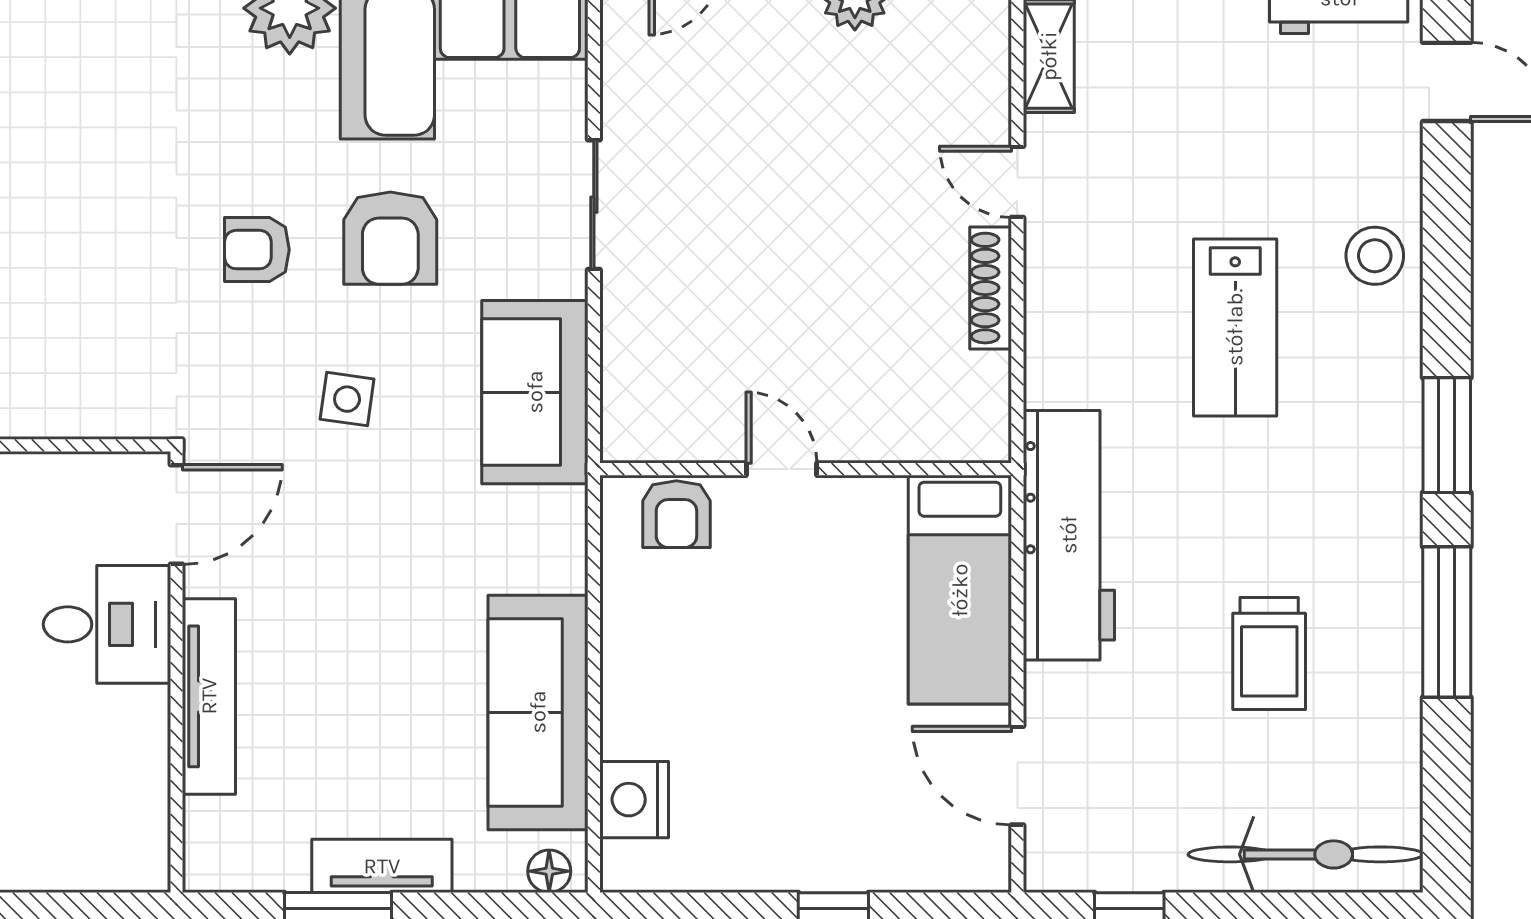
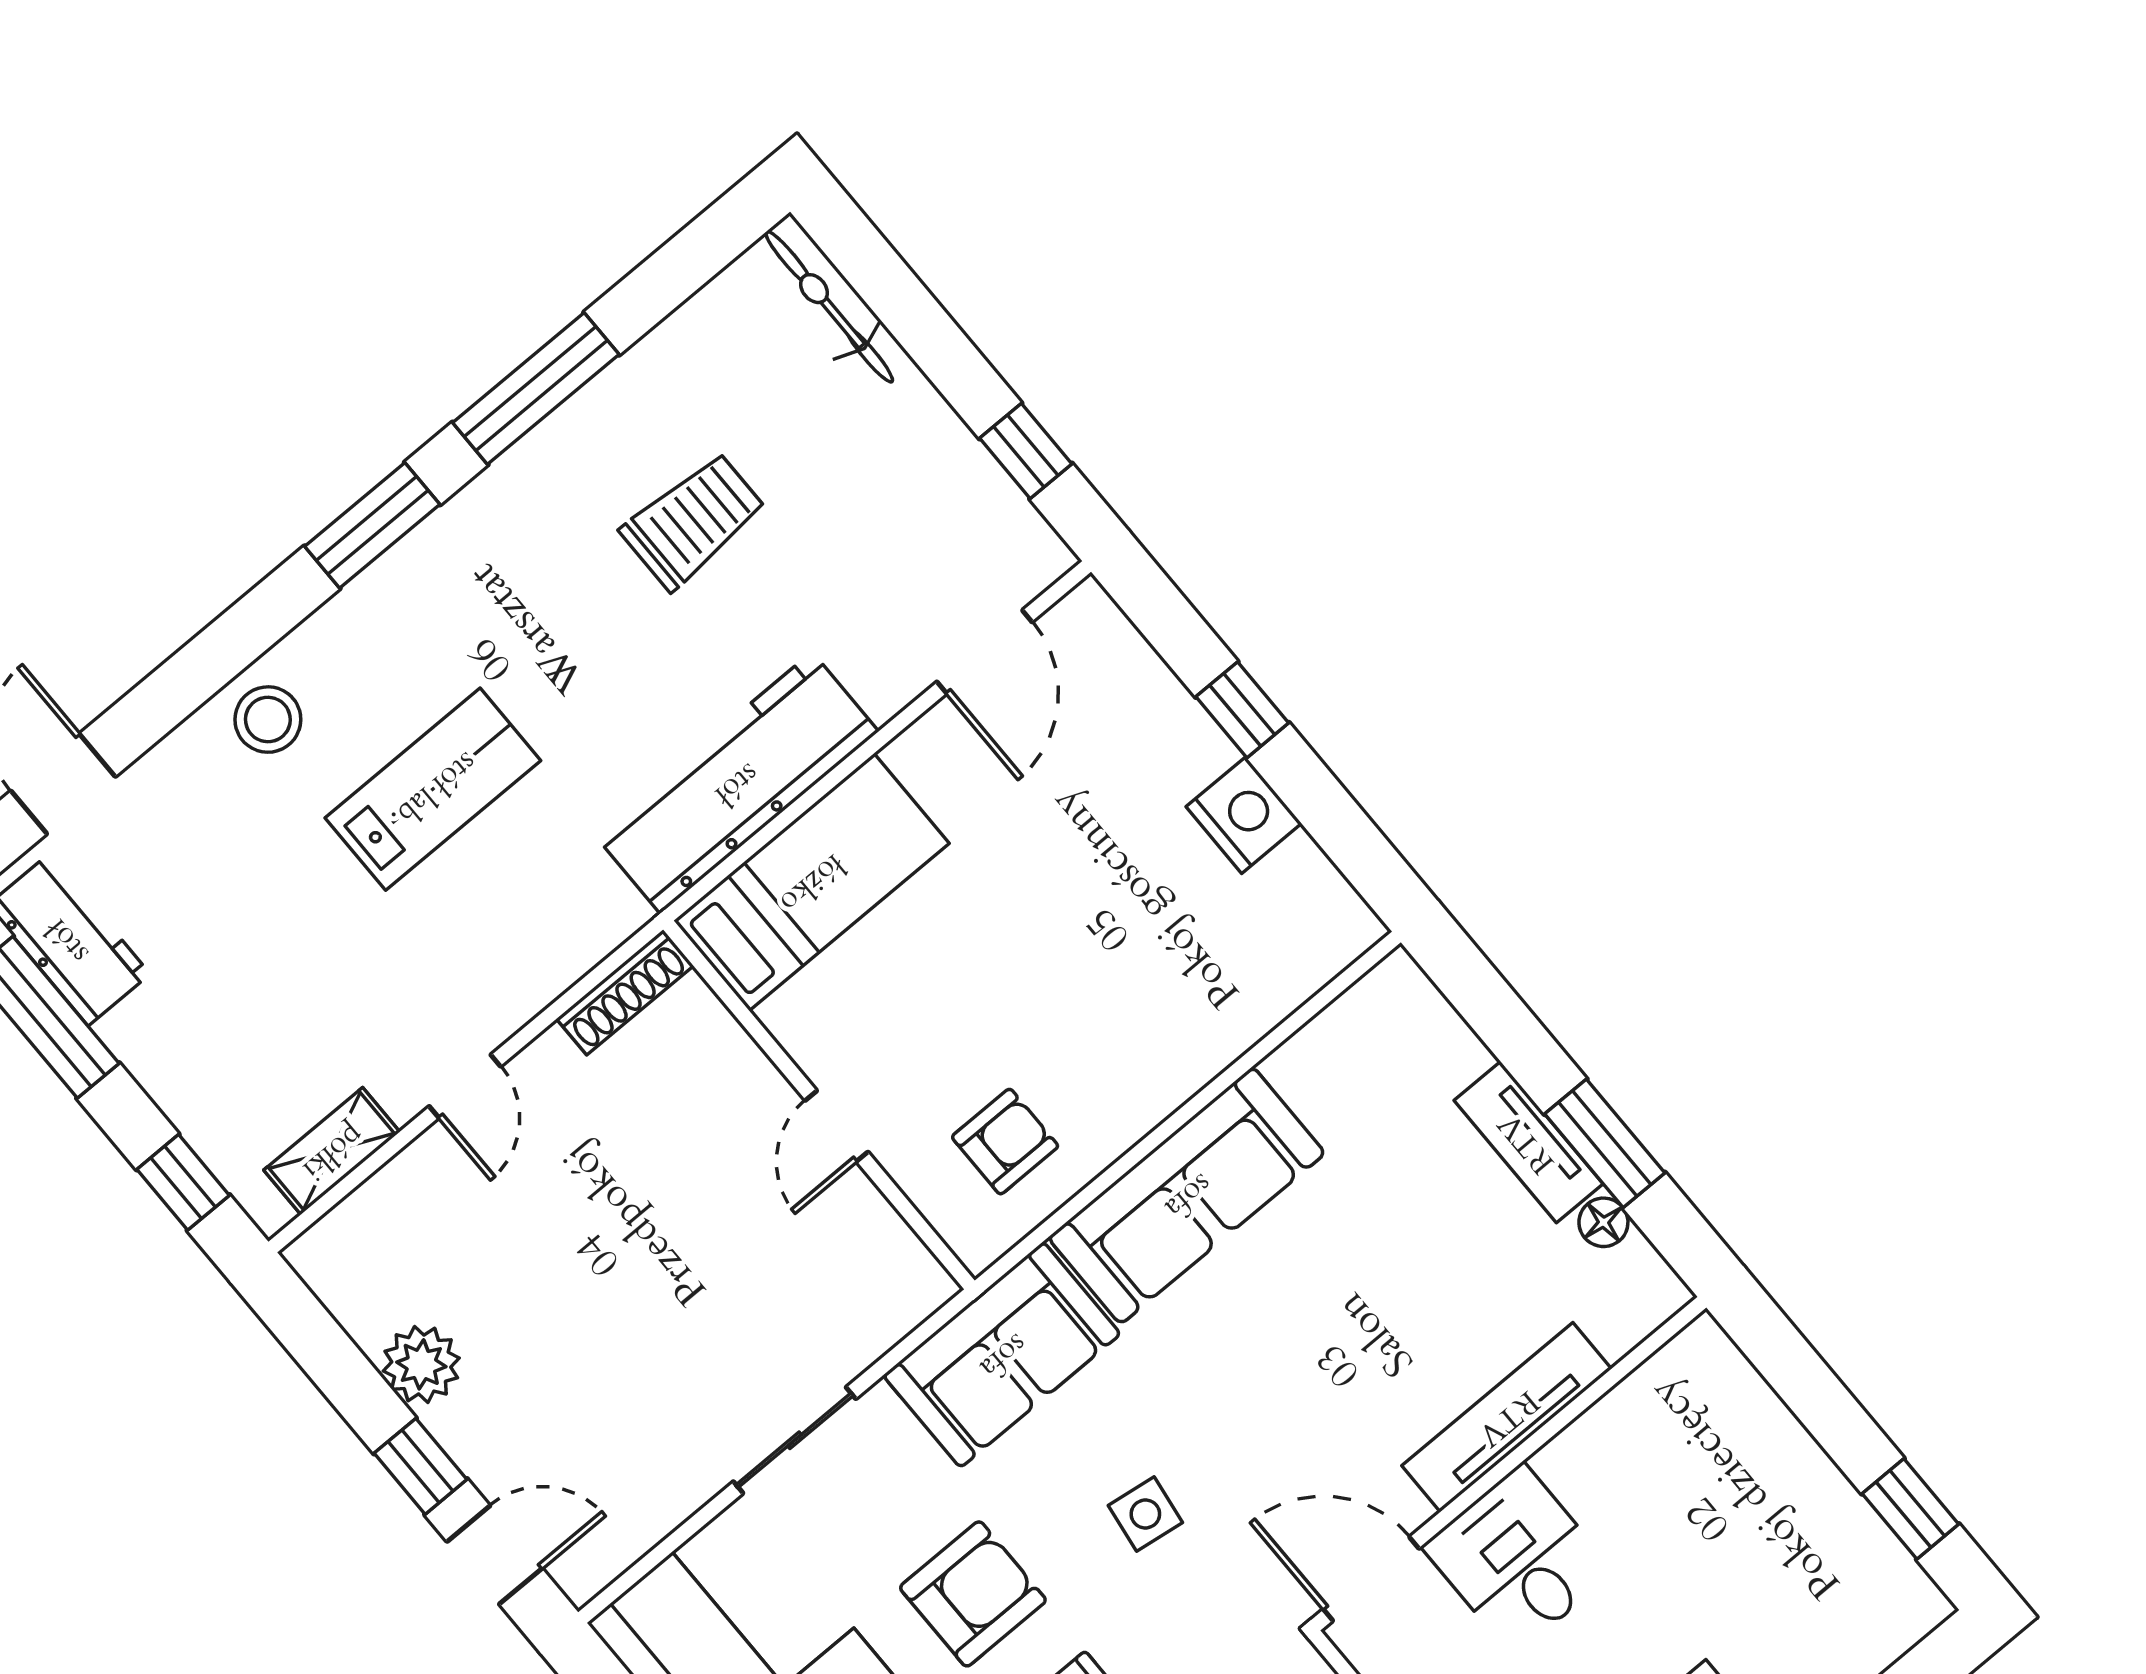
shoe rack: (991, 288) -> (625, 992), moved
door: (781, 469) -> (837, 1126), moved
wall: (806, 469) -> (819, 1105), moved
bed: (960, 590) -> (811, 882), moved
sofa: (538, 712) -> (1187, 1195), moved
nightstand: (634, 800) -> (1244, 815), moved, turned -90
bicycle: (1305, 854) -> (829, 307), width x0.73, depth x0.71
floor lamp: (549, 871) -> (1603, 1222), moved

